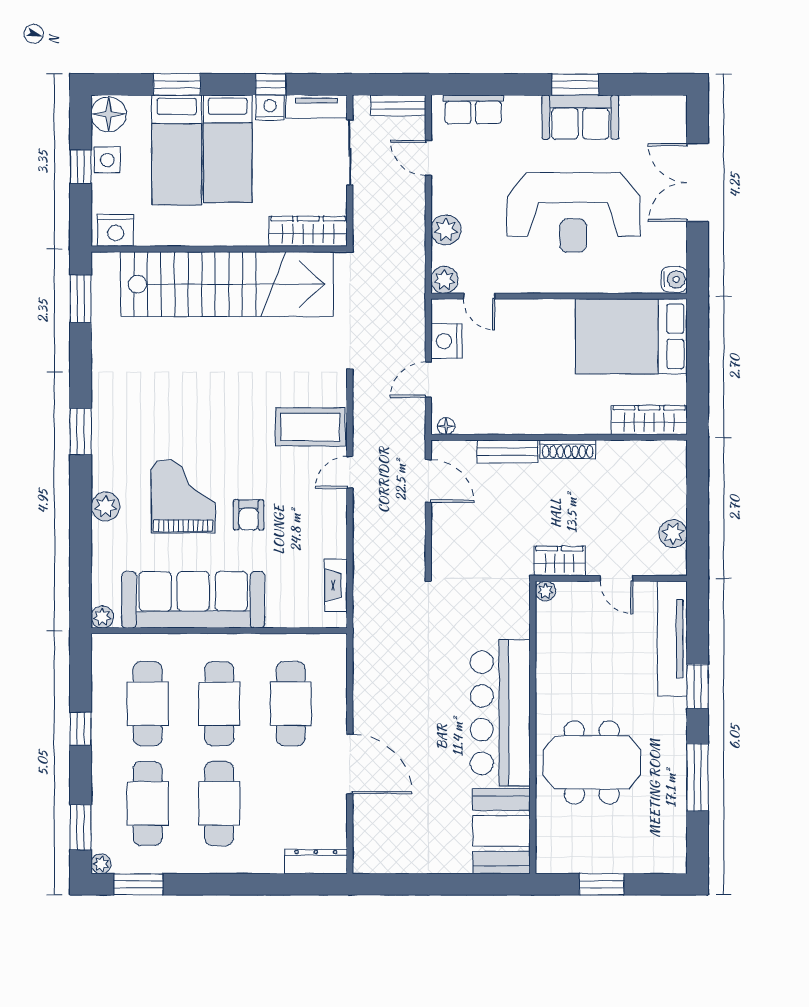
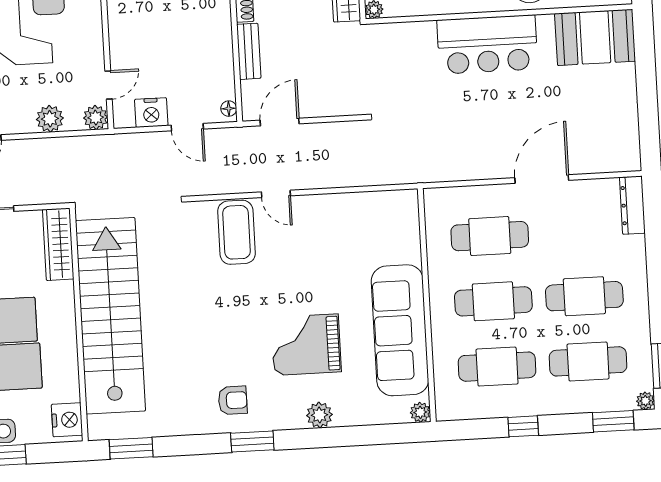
armchair: (249, 515) -> (233, 400), moved
fireplace: (336, 585) -> (380, 201), removed
bar counter: (500, 713) -> (487, 45), width x0.73

